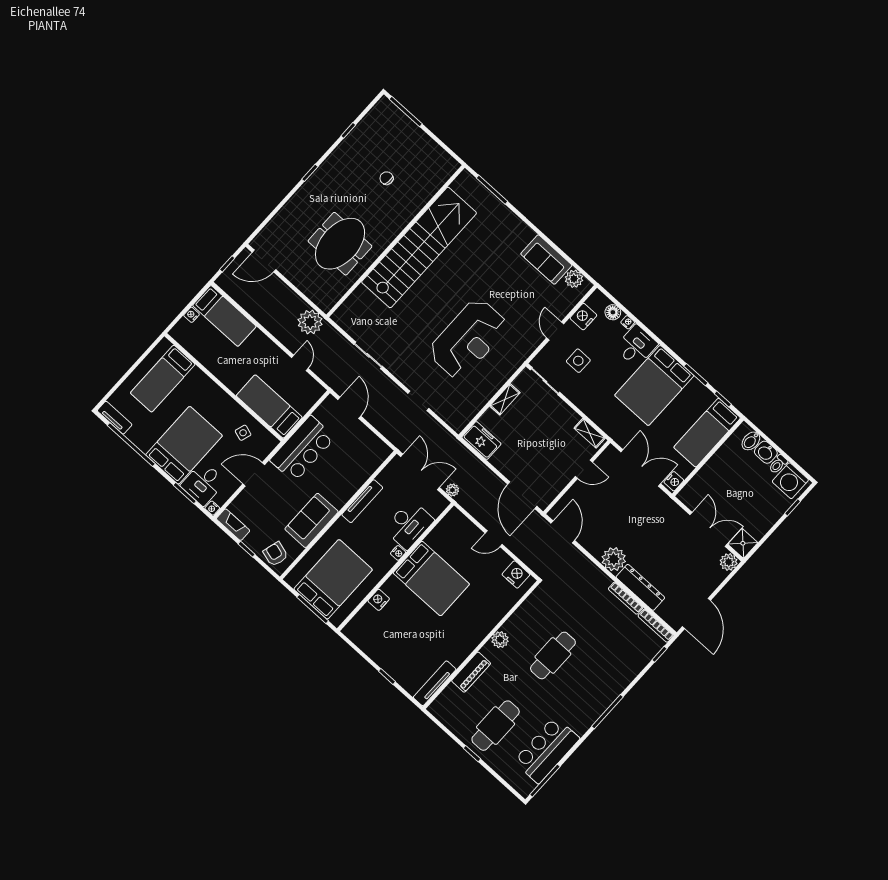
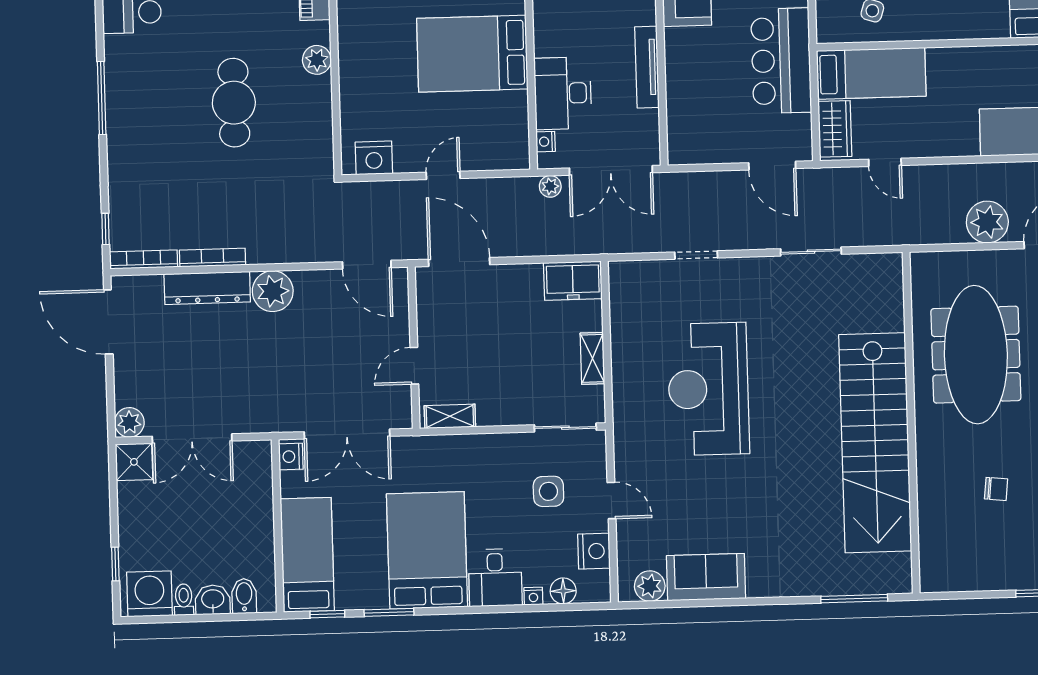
meeting table: (340, 244) -> (976, 355), width x1.36
plant: (310, 322) -> (987, 222), moved
wardrobe: (308, 398) -> (835, 129), added
nightstand: (398, 553) -> (546, 142), moved

